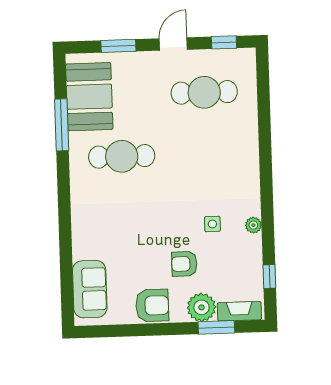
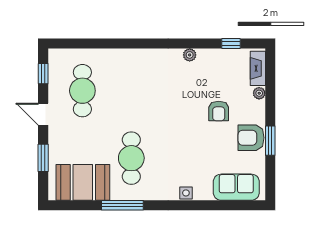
window: (62, 125) -> (122, 205), moved
side table: (212, 224) -> (186, 193), moved
armchair: (152, 305) -> (251, 138), turned -90
plant: (201, 307) -> (259, 93), width x0.53, depth x0.53
window: (216, 327) -> (270, 141), moved

